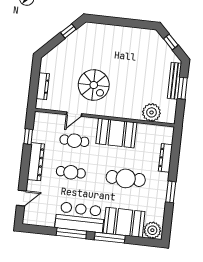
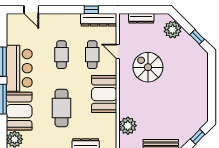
plant: (58, 55) -> (173, 30), added
spiral stairs: (94, 85) -> (148, 67), turned 90
dresser: (36, 162) -> (99, 20), moved

